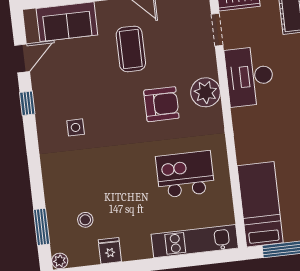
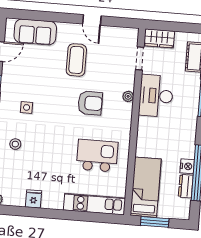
plant: (206, 92) -> (128, 96), width x0.53, depth x0.53
stool: (85, 220) -> (15, 144), moved

